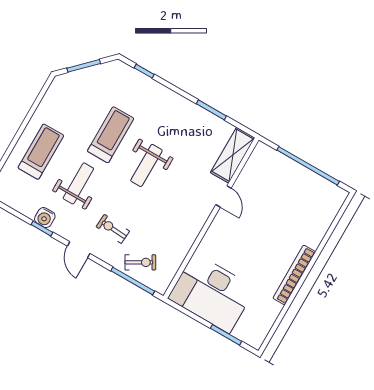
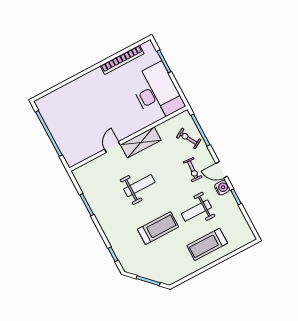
treadmill: (111, 135) -> (158, 228), turned 180
shelving: (233, 155) -> (141, 142), moved
weight bench: (146, 166) -> (139, 186), moved
water cooler: (45, 218) -> (222, 188), moved
door: (79, 250) -> (222, 170), swing flipped
bookcase: (294, 275) -> (122, 60), moved

